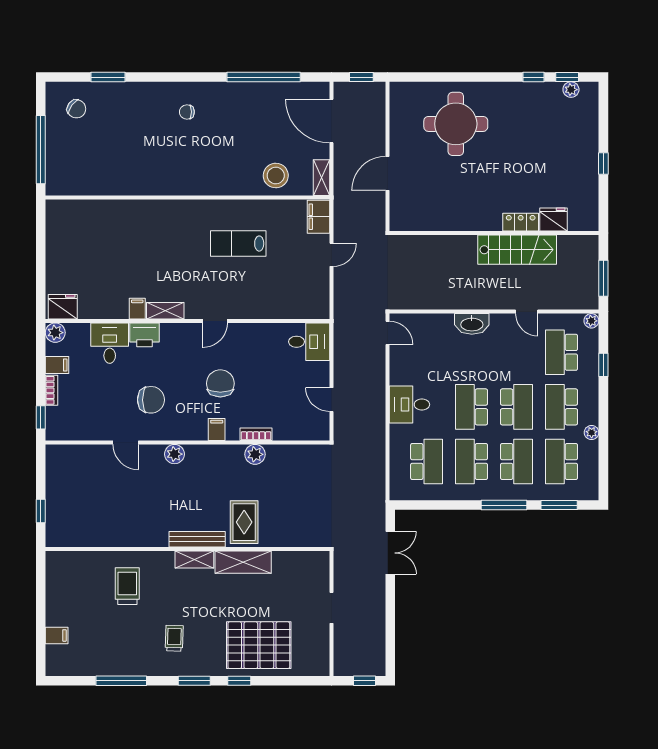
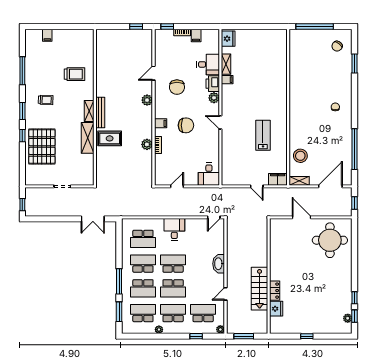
round table: (456, 124) -> (330, 240), moved
shelving: (165, 311) -> (226, 64), moved
plant: (55, 333) -> (214, 98), moved
window: (41, 511) -> (136, 27), moved

